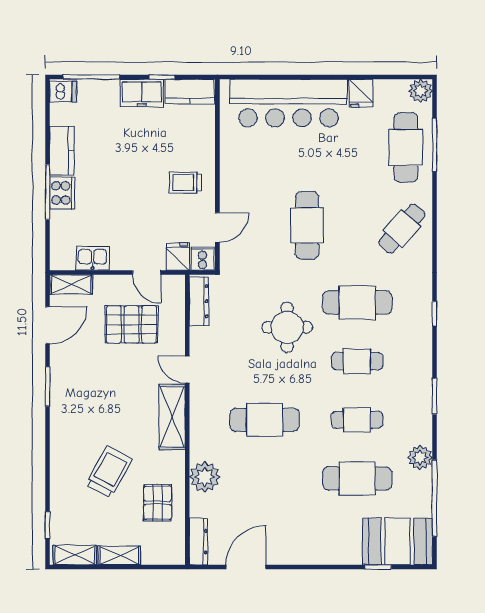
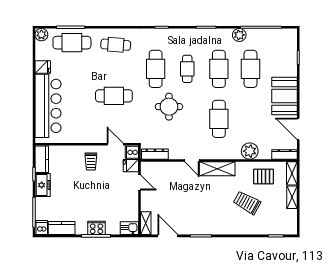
kitchen counter: (62, 151) -> (62, 228), moved
cafe table: (402, 229) -> (116, 45), turned -37
kitchen sink: (93, 258) -> (129, 228), moved, turned 90
door: (147, 273) -> (139, 182), hinge flipped
pallet: (131, 324) -> (167, 191), removed
door: (187, 370) -> (192, 161), hinge flipped
cafe table: (357, 420) -> (219, 69), width x1.37, depth x1.35
booth: (397, 541) -> (284, 96), moved
shelving: (75, 555) -> (292, 173), moved

